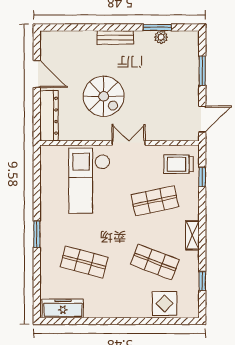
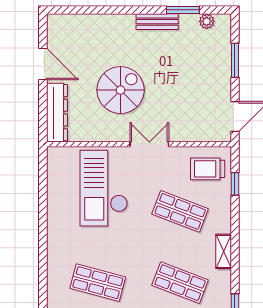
bench: (115, 37) -> (157, 22), moved
plant: (161, 37) -> (207, 21), moved
spiral stairs: (104, 96) -> (121, 90), turned -90
shop shelf: (155, 201) -> (180, 211), turned 33
window: (37, 234) -> (43, 250), removed

